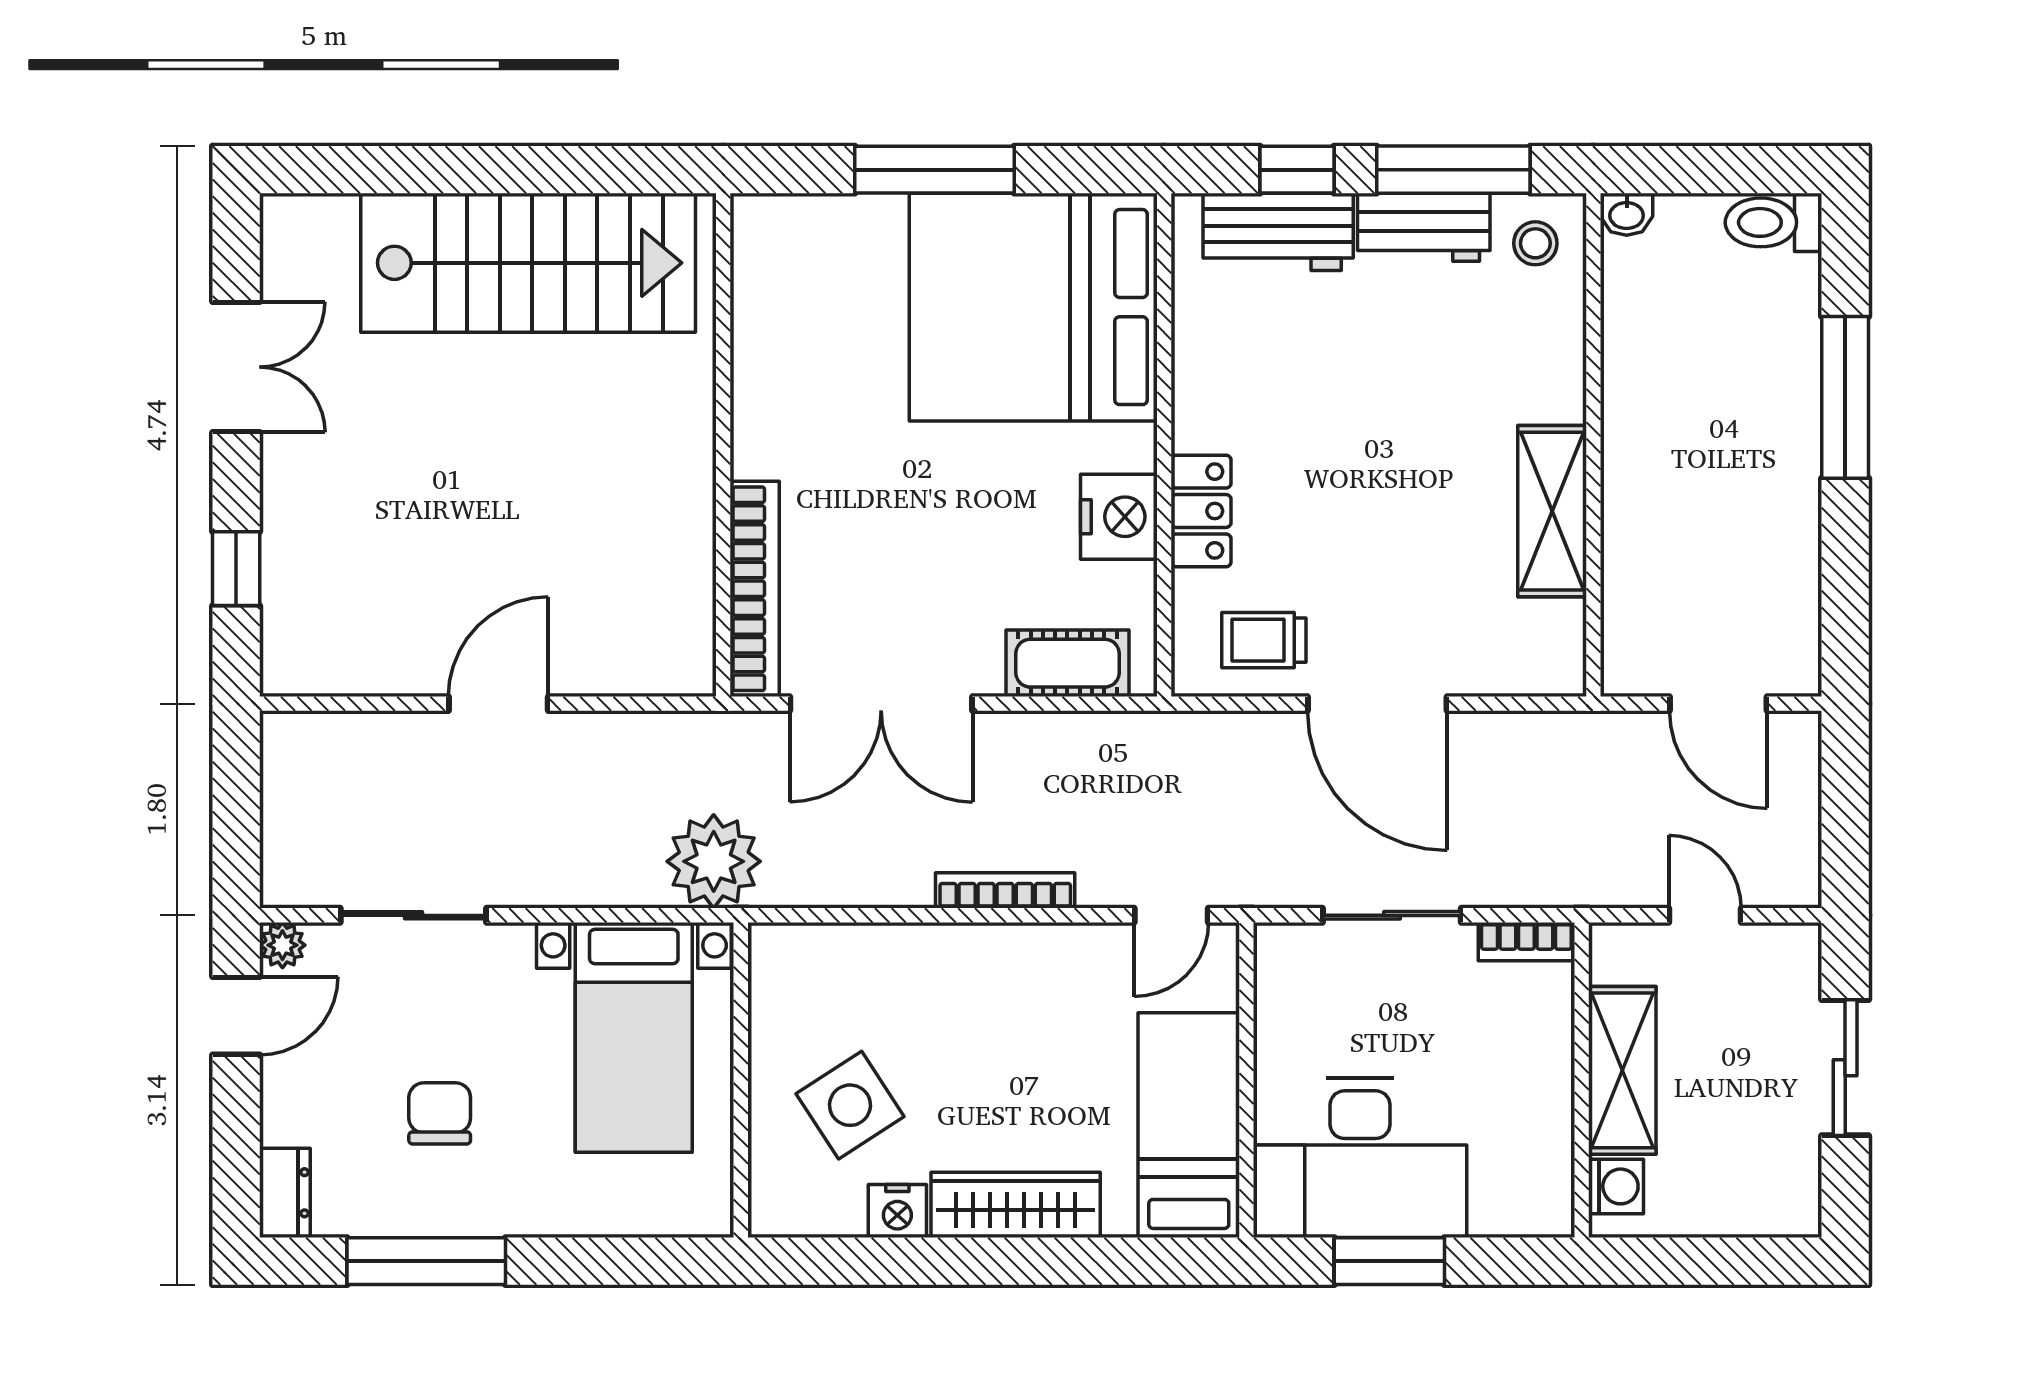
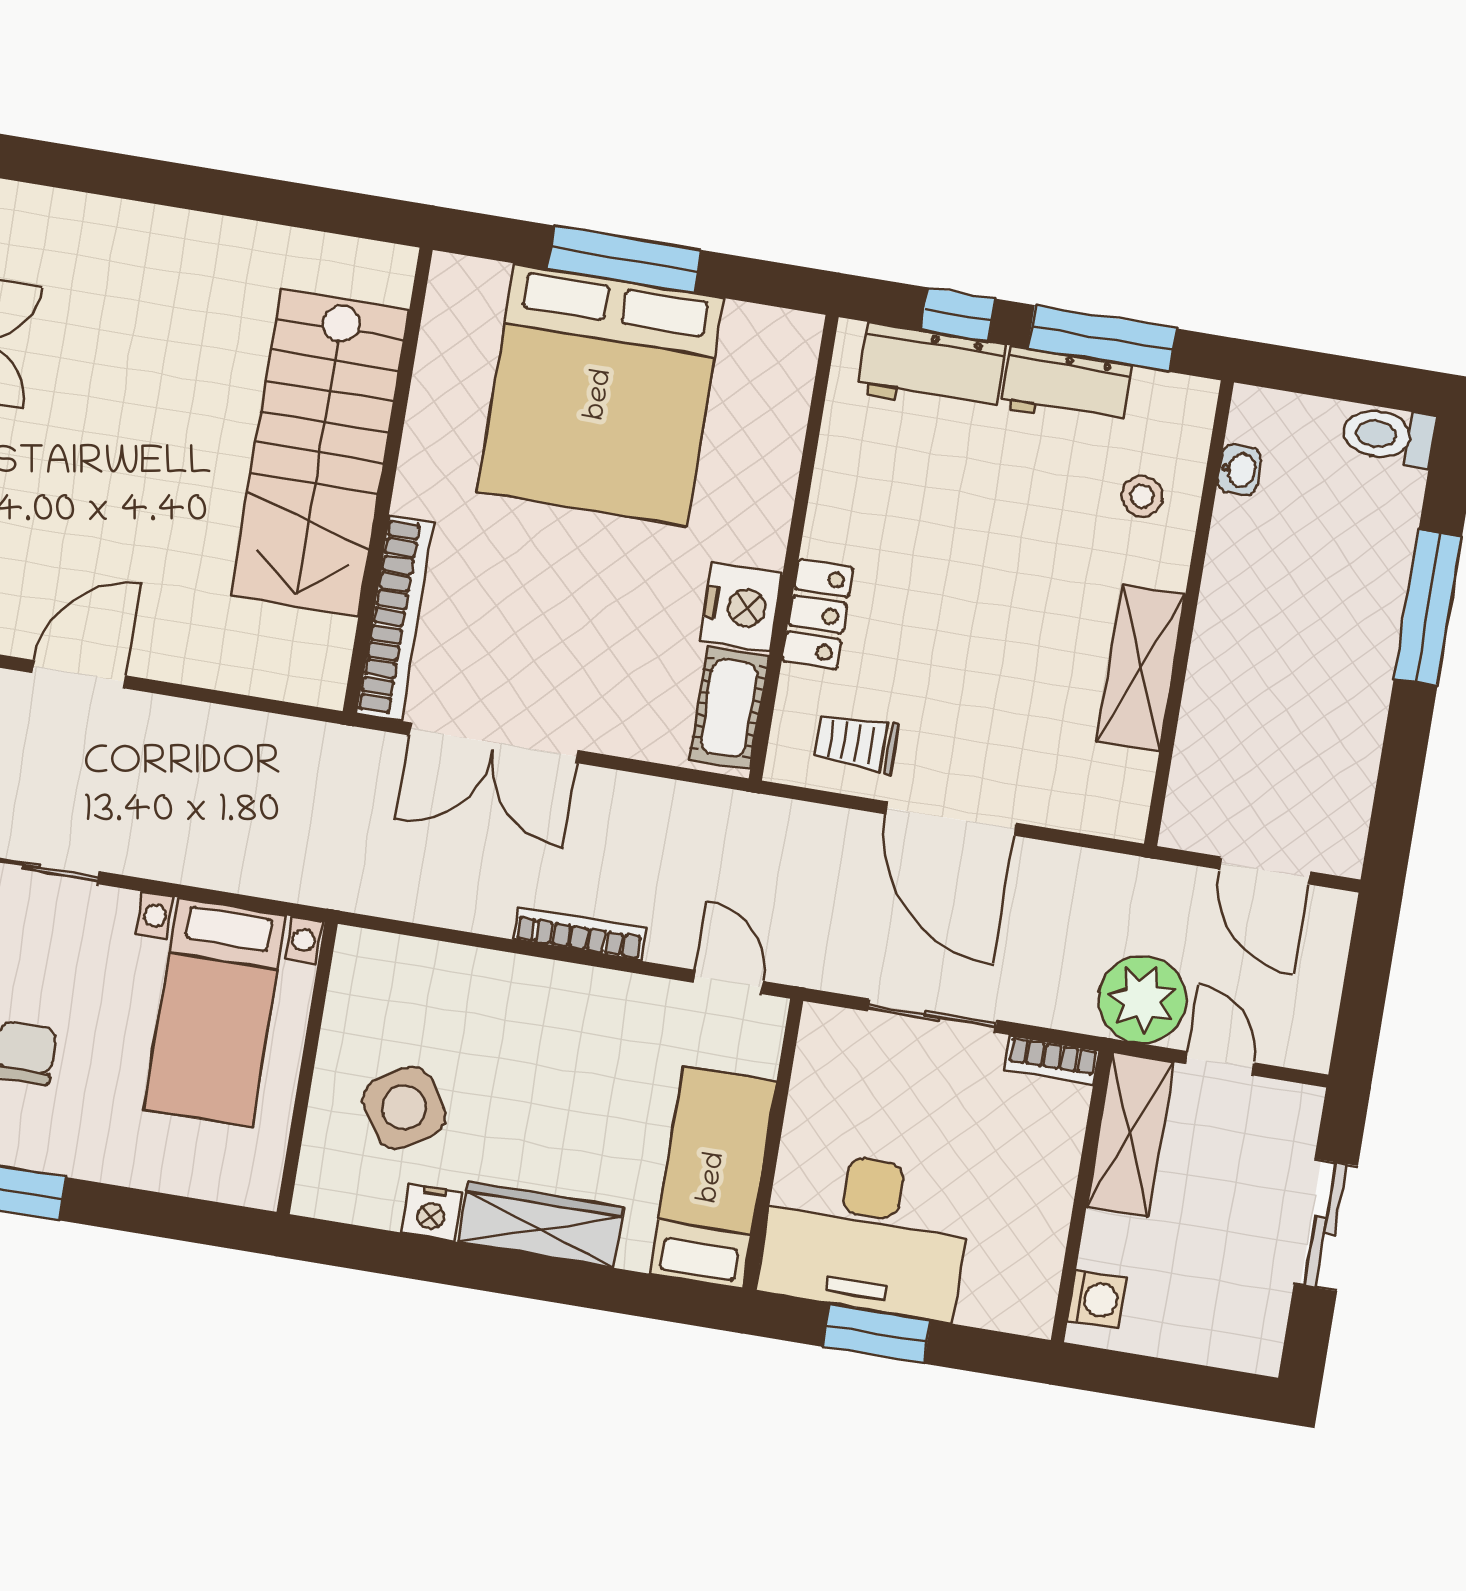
washbasin: (1627, 214) -> (1239, 470), moved, turned -90
stool: (1535, 243) -> (1142, 496), moved
stairs: (528, 263) -> (320, 453), moved, turned 90
bed: (1033, 307) -> (600, 395), moved, turned -90
cot: (1067, 663) -> (729, 708), moved, turned 90
door: (498, 704) -> (79, 674), moved
plant: (714, 861) -> (1142, 999), moved
door: (1171, 915) -> (729, 982), swing flipped
shelving: (1622, 1070) -> (1130, 1134), moved

